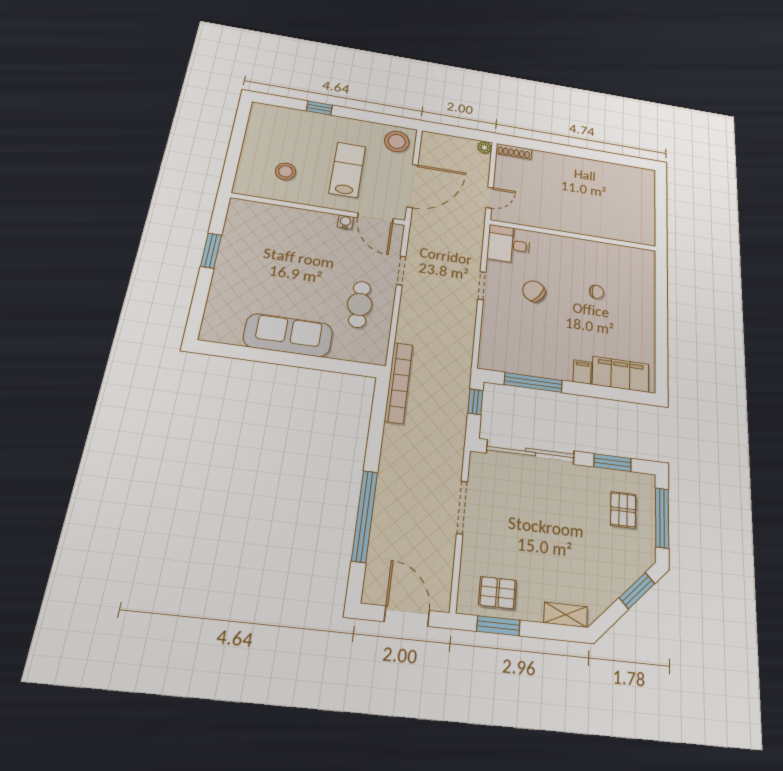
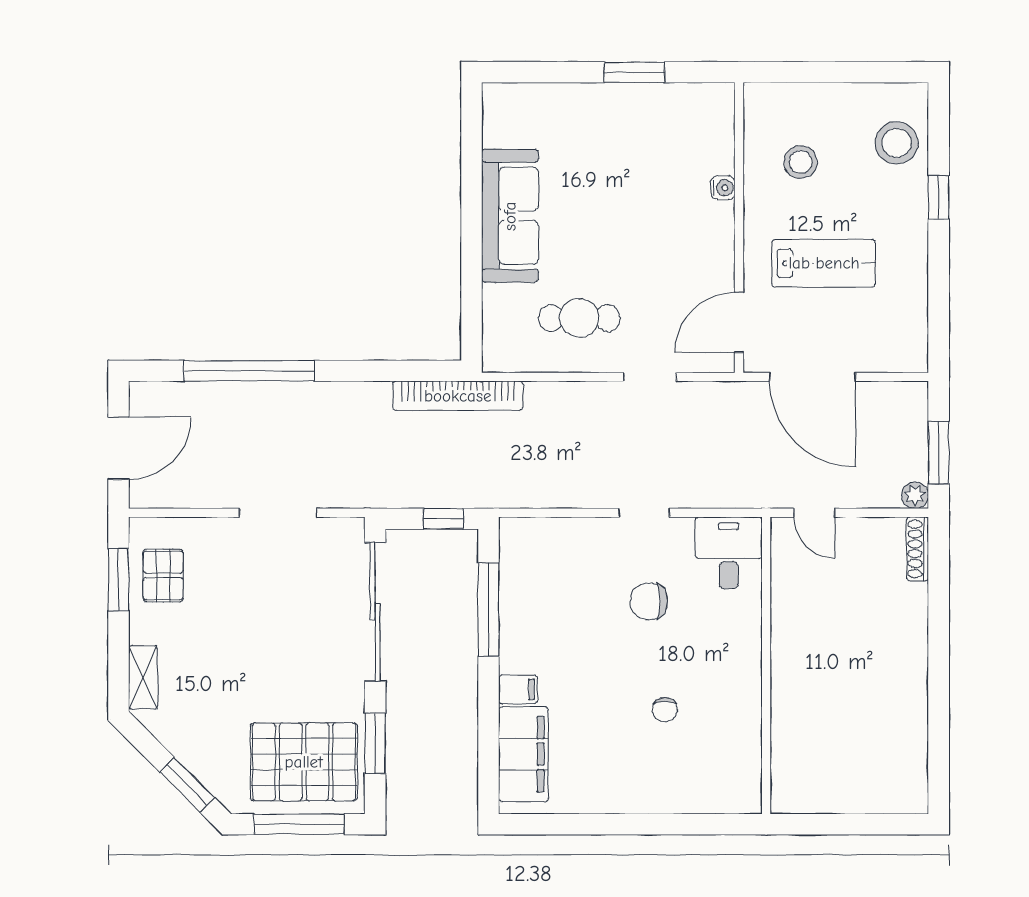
window: (462, 132) -> (939, 453), added
stool: (397, 141) -> (897, 143), moved
water cooler: (345, 222) -> (723, 188), moved
chair: (534, 291) -> (649, 601), turned -127
pallet: (623, 510) -> (304, 762), width x2.05, depth x2.00

